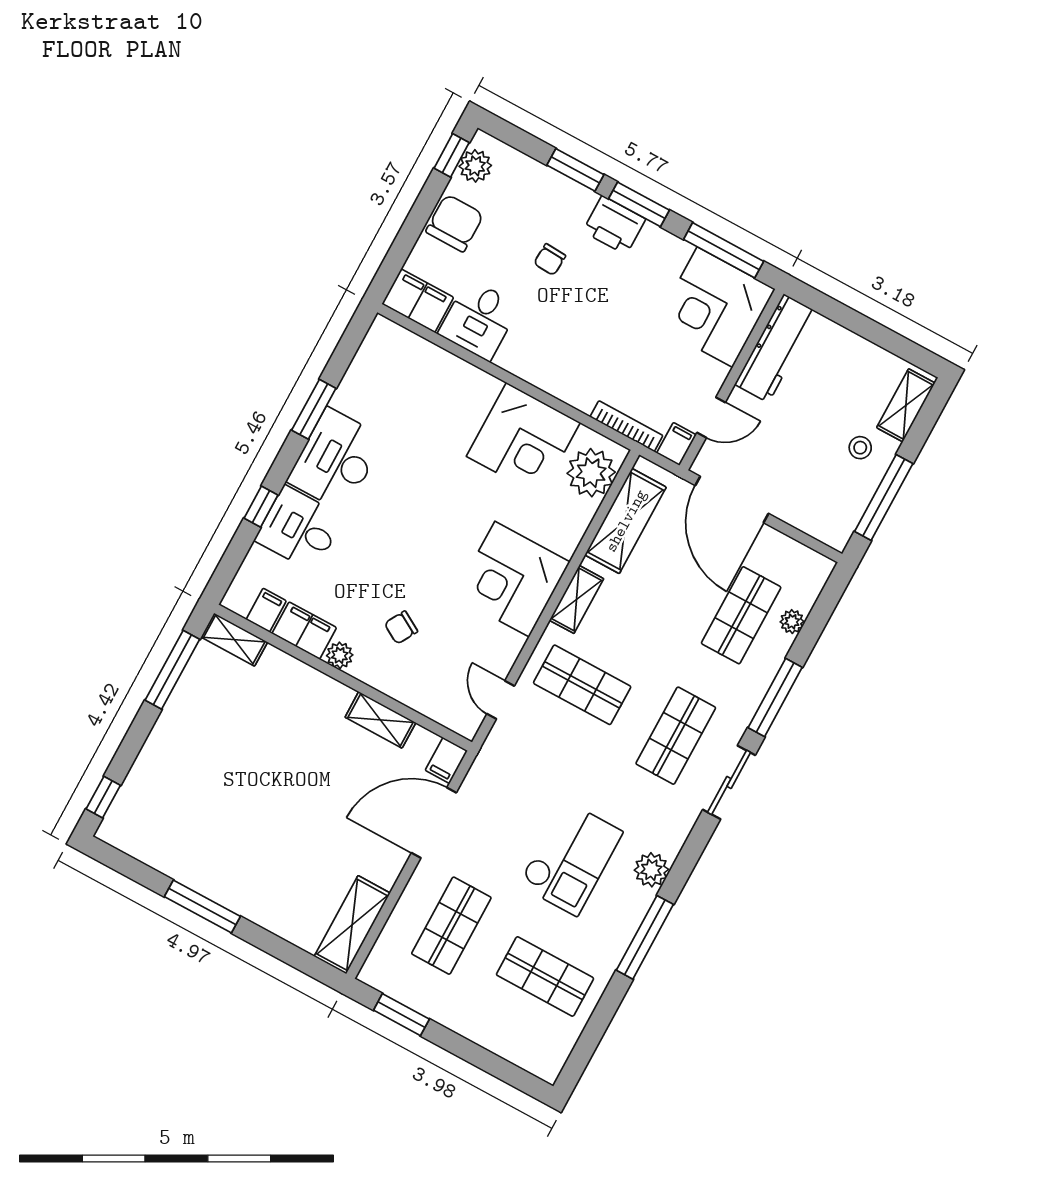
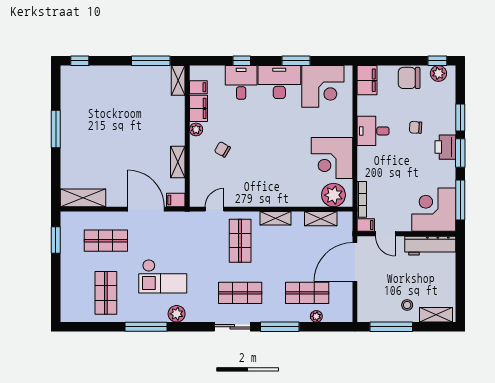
chair: (455, 223) -> (409, 78), turned 180
desk: (479, 320) -> (373, 131), moved
shelving: (626, 521) -> (321, 219), width x0.67, depth x0.75
corner desk: (512, 579) -> (323, 86), moved, turned 180

